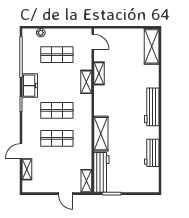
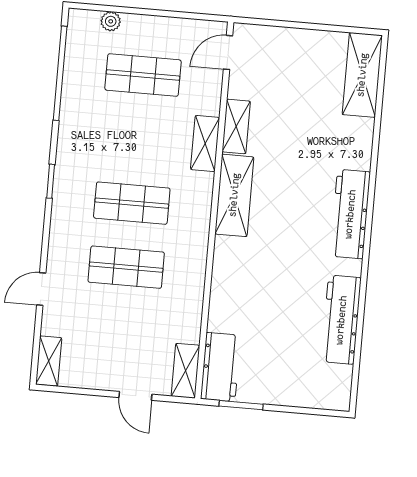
door: (93, 42) -> (228, 52), swing flipped
freezer: (30, 86) -> (75, 141), removed
shelving: (101, 134) -> (234, 195), moved
workbench: (152, 153) -> (341, 320), width x1.37
shelving: (27, 169) -> (49, 361), moved
workbench: (101, 172) -> (221, 367), width x0.73

